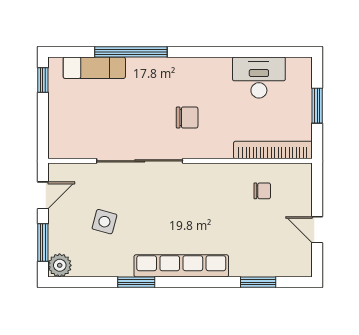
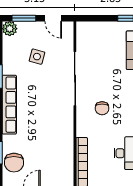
chair: (262, 191) -> (14, 163), moved, width x1.87, depth x1.87

